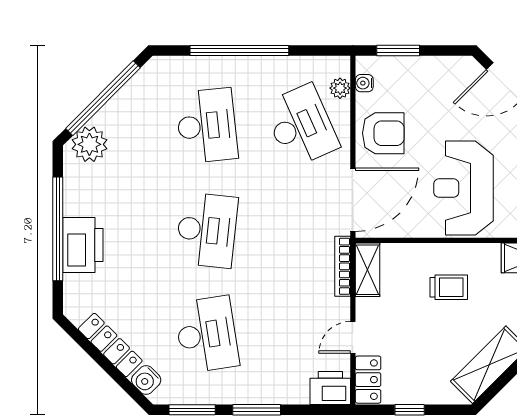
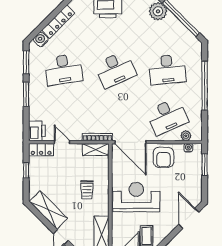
desk: (207, 230) -> (115, 70), turned -30

